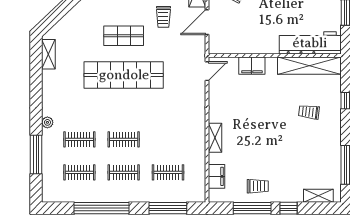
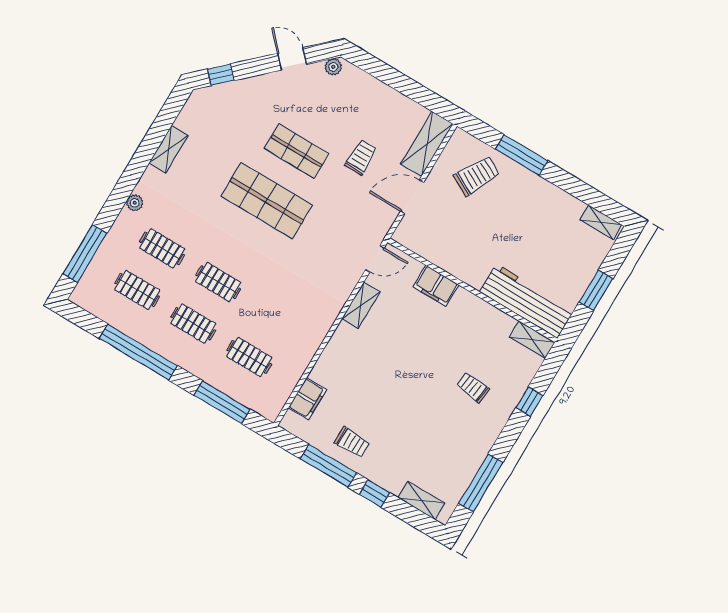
trolley: (163, 17) -> (361, 157), turned 180
window: (53, 18) -> (221, 75), added
shelving: (48, 54) -> (168, 149), moved
shelving: (309, 66) -> (532, 340), width x0.45, depth x0.75
shop shelf: (124, 75) -> (267, 201), width x0.71
shelving: (215, 138) -> (361, 305), moved
window: (36, 155) -> (85, 253), moved

